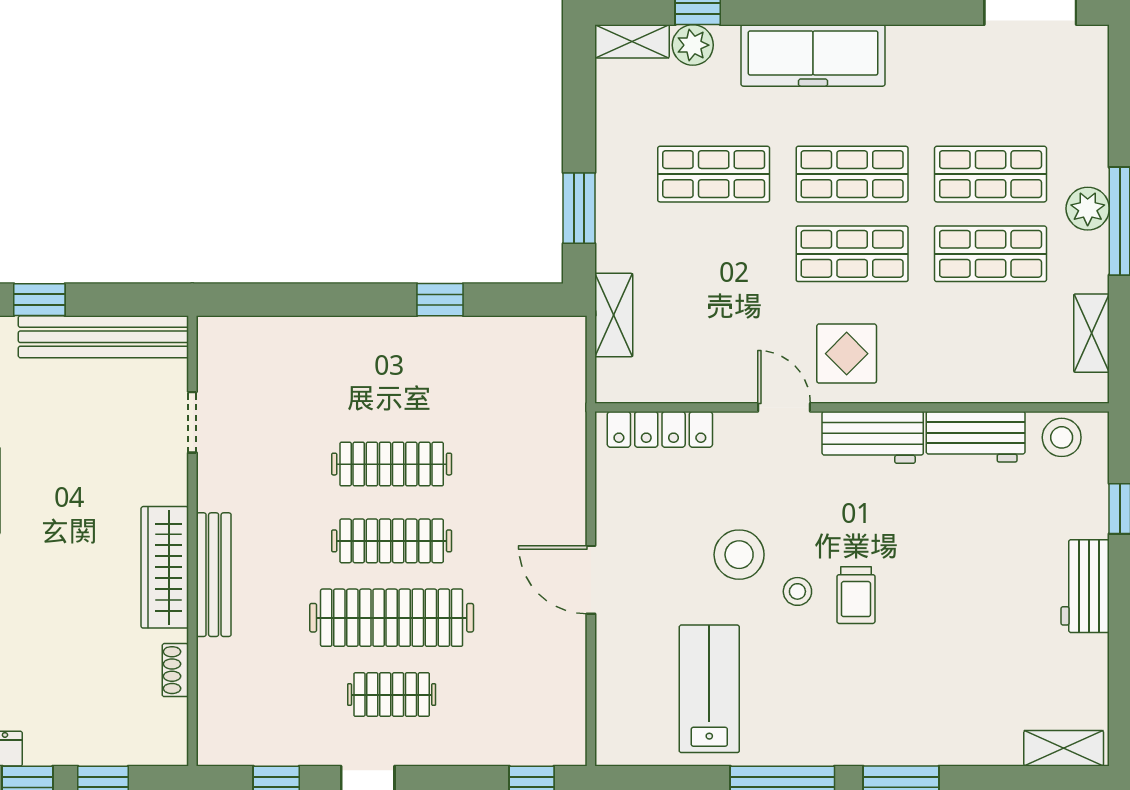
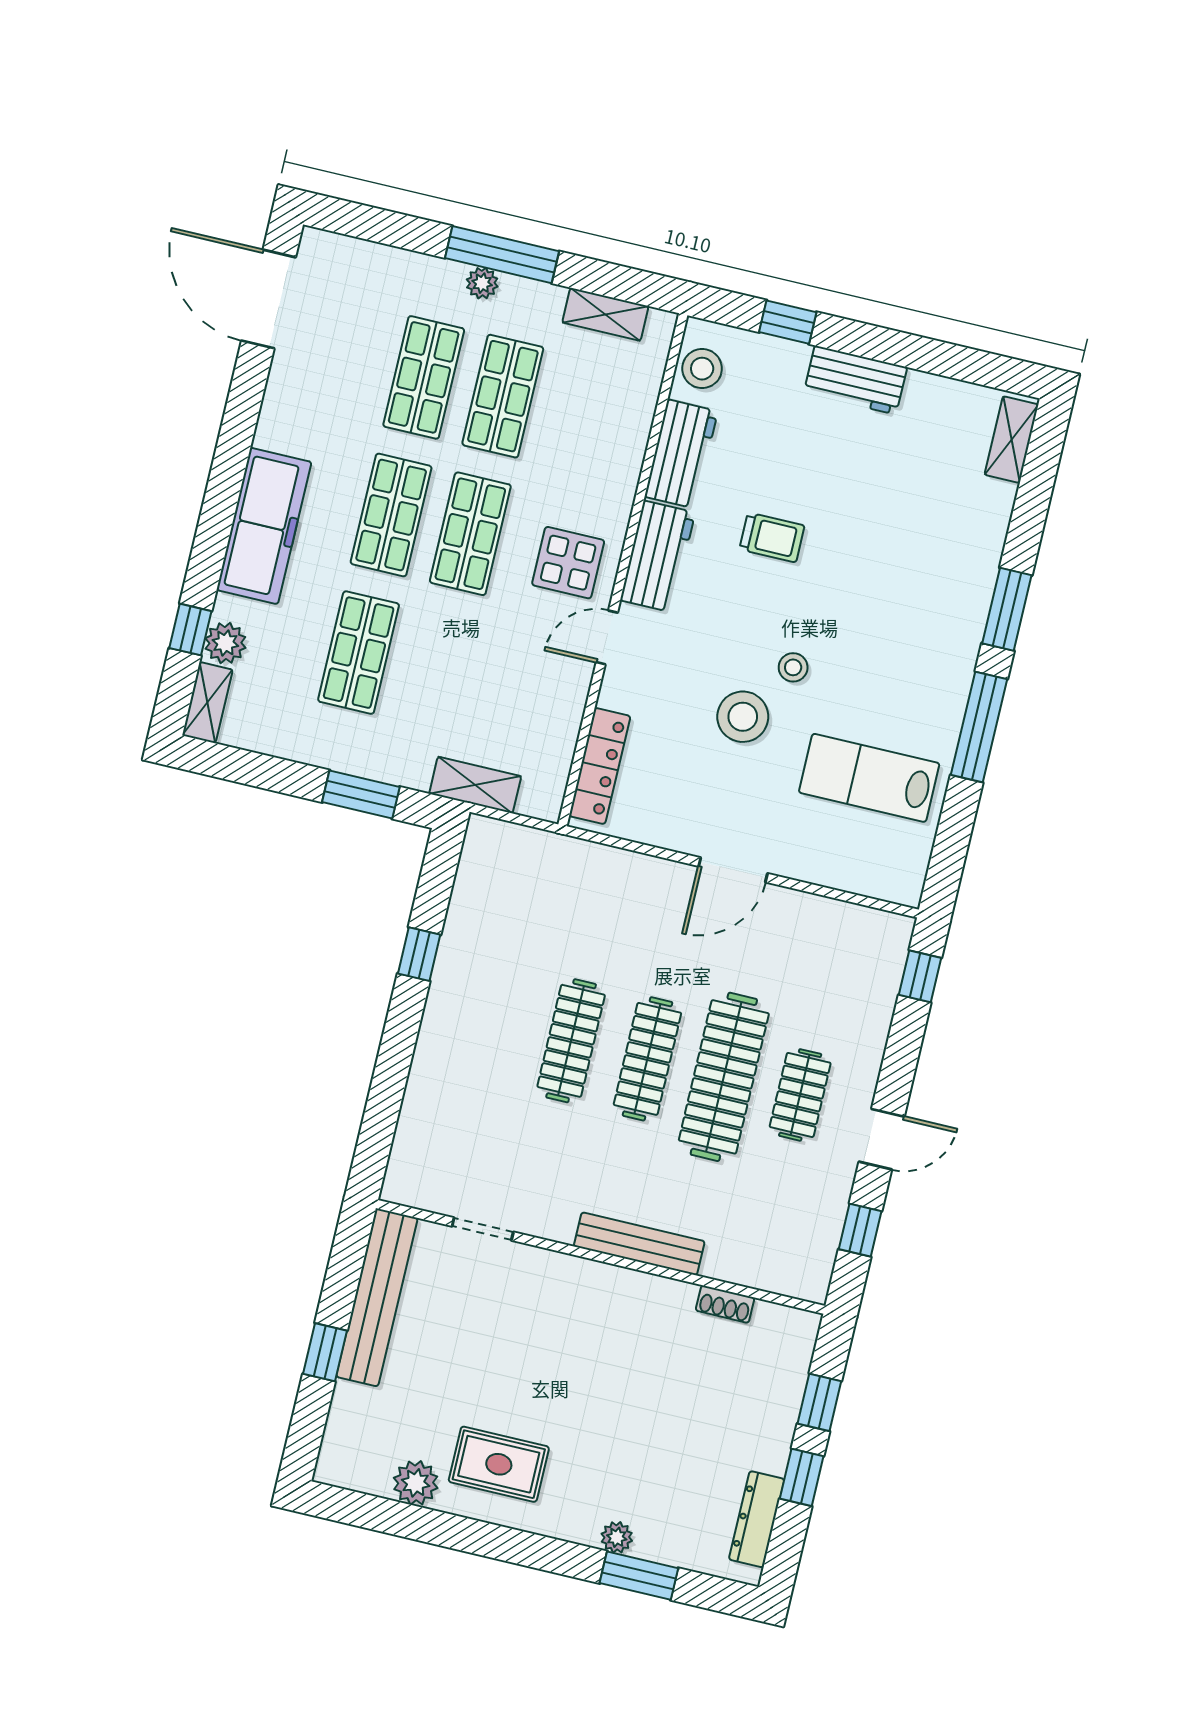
plant: (1088, 209) -> (482, 283), width x0.73, depth x0.73
wardrobe: (165, 567) -> (620, 1291), removed
trolley: (856, 595) -> (772, 537), moved

